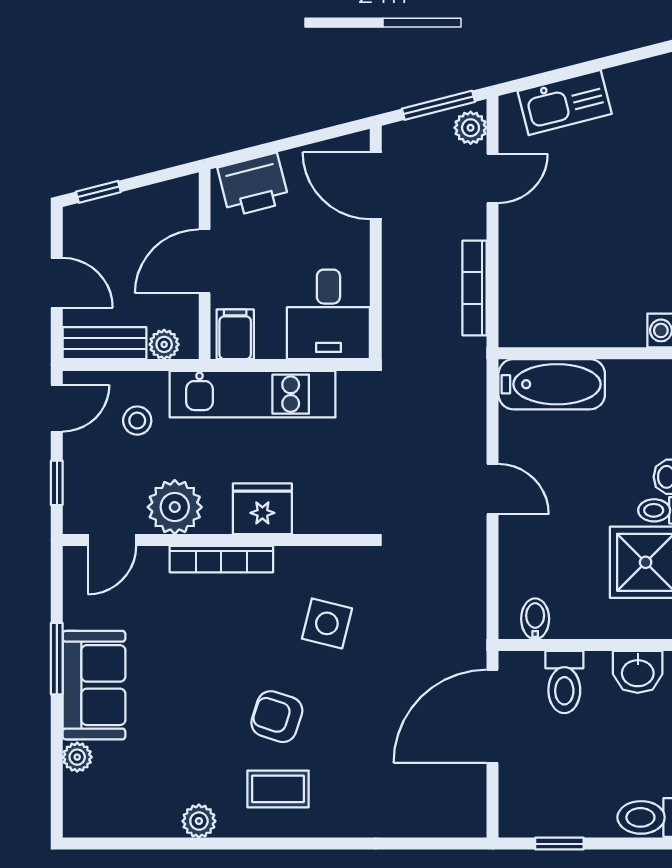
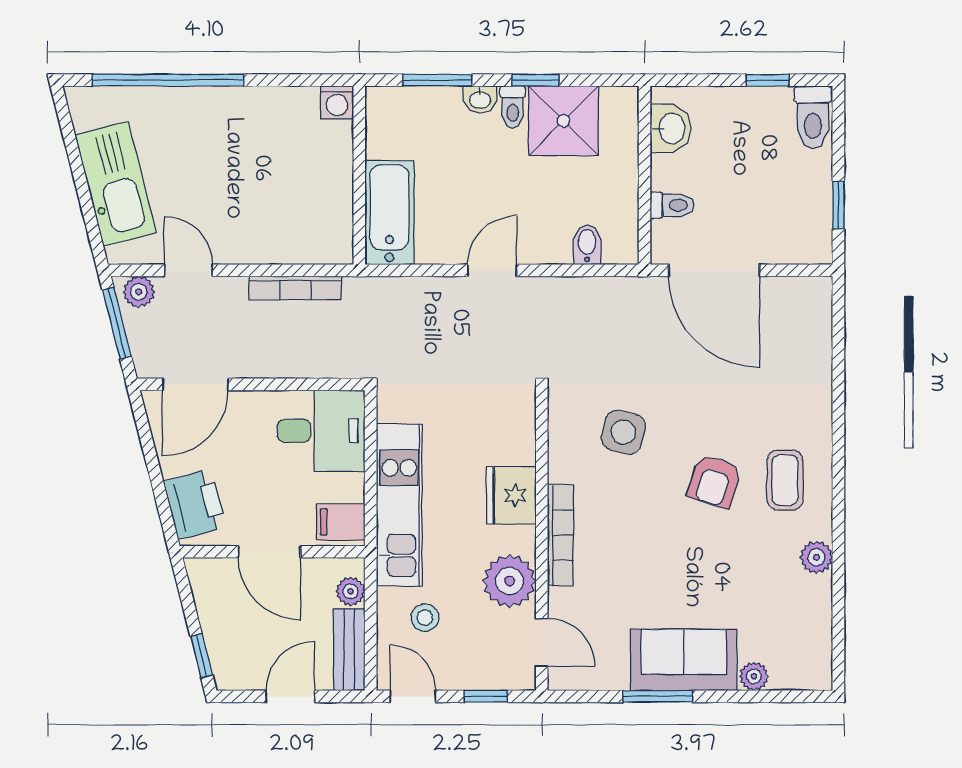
kitchen sink: (565, 103) -> (116, 184), width x1.36, depth x1.24
bidet: (535, 619) -> (587, 245), moved, turned 90
toilet: (564, 682) -> (672, 205), width x0.73, depth x0.72

